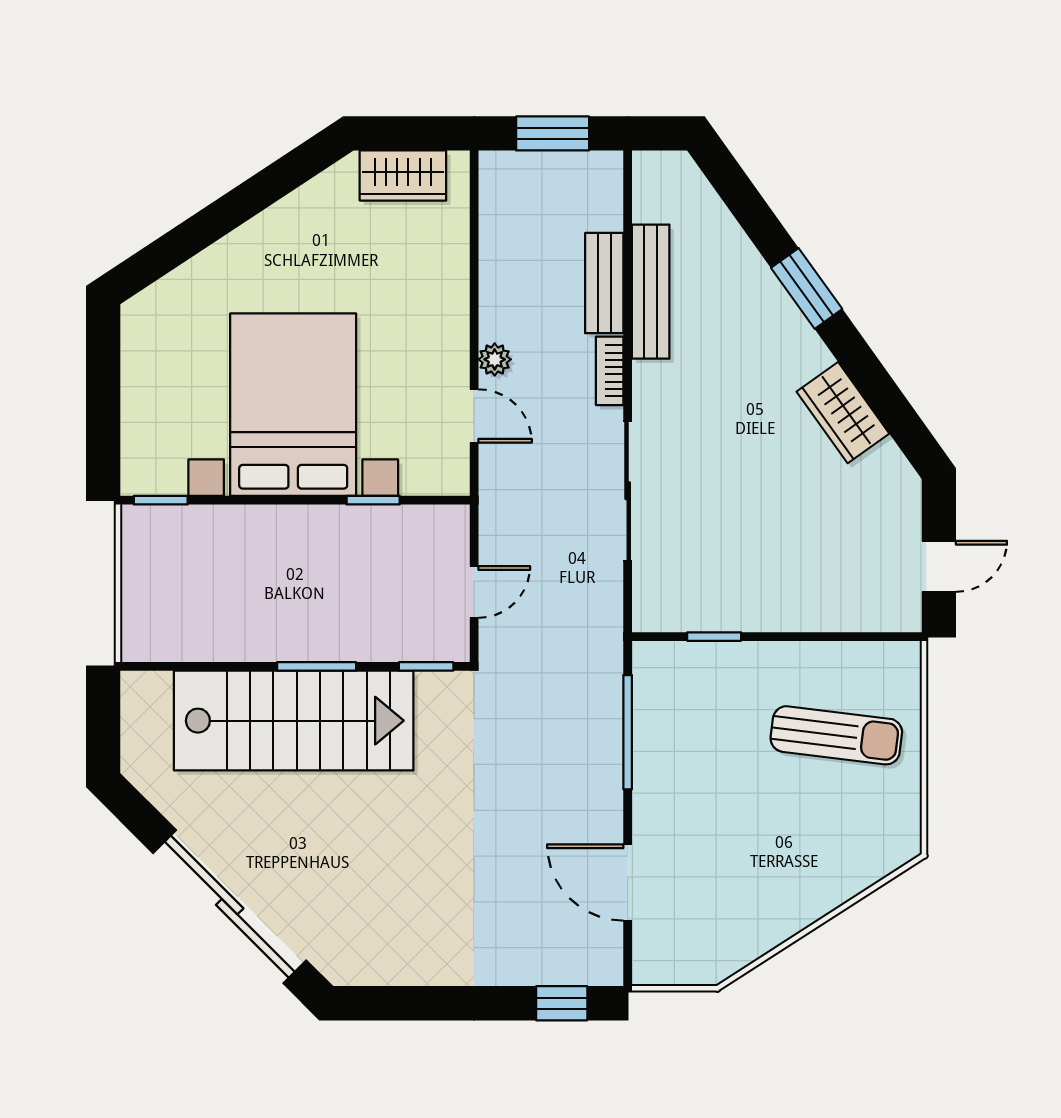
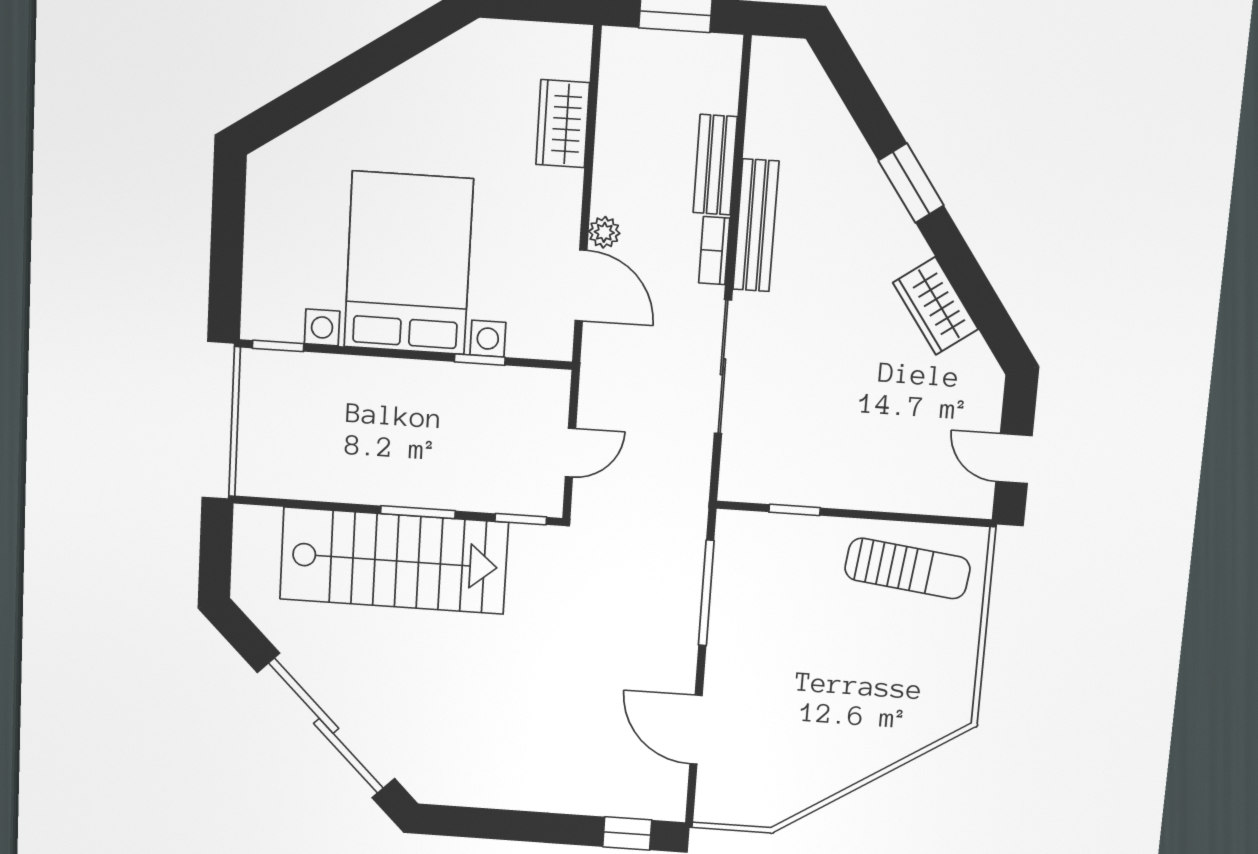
wardrobe: (403, 176) -> (563, 124), moved, turned 90
bench: (651, 292) -> (756, 225), moved
door: (474, 416) -> (581, 286), width x1.38
door: (939, 566) -> (1014, 459), swing flipped
sun lounger: (836, 735) -> (907, 568), moved

